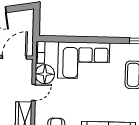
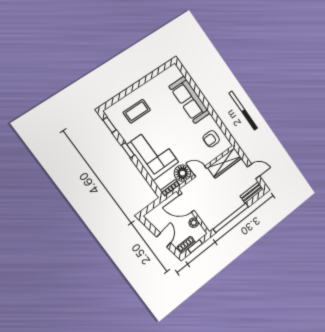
window: (103, 40) -> (128, 150), added

